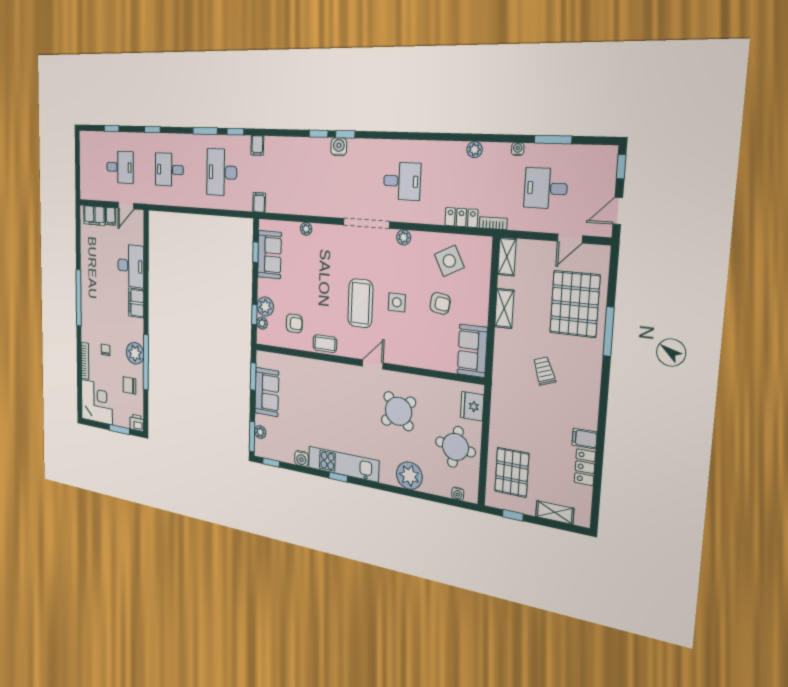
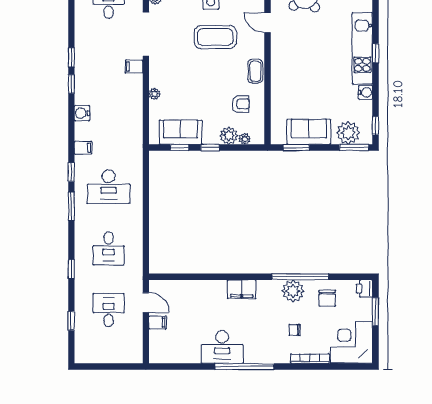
water cooler: (339, 147) -> (82, 113), moved
filing cabinet: (259, 202) -> (134, 66), moved
filing cabinet: (94, 216) -> (158, 344), removed
desk: (131, 266) -> (222, 347), moved, turned 180
window: (254, 315) -> (210, 147), moved
armchair: (294, 323) -> (241, 104), turned 90
plant: (260, 432) -> (348, 133), width x1.88, depth x1.88

